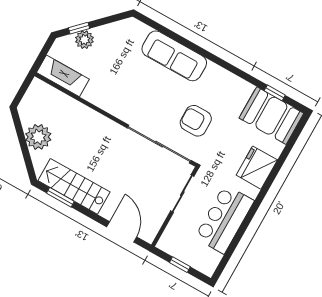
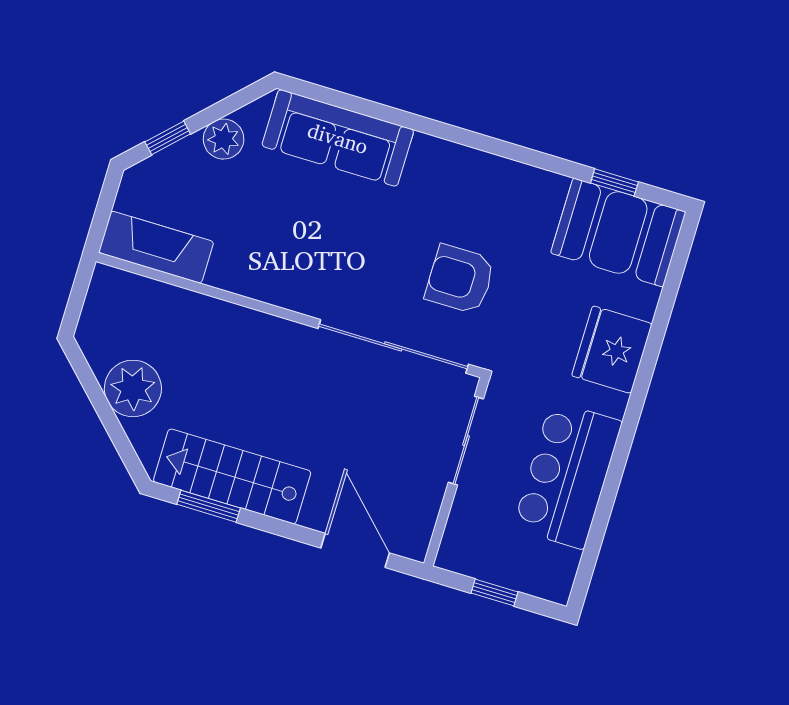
plant: (84, 40) -> (224, 139), moved
sofa: (174, 56) -> (338, 138), moved

